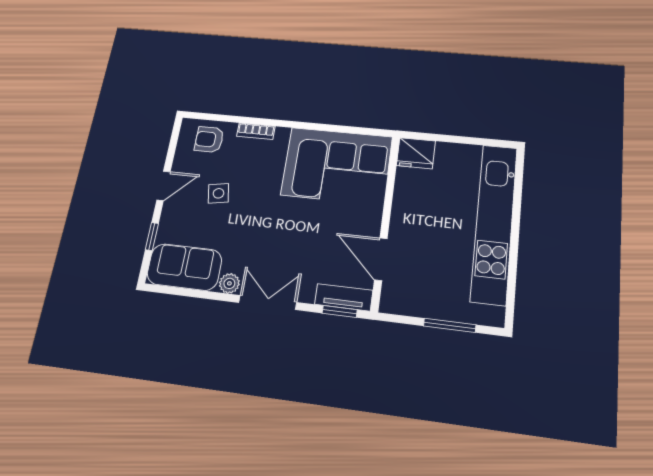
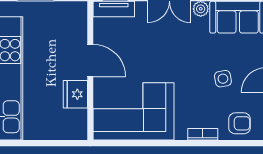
fridge: (416, 153) -> (75, 94), moved, turned -90
door: (381, 259) -> (90, 61), moved

